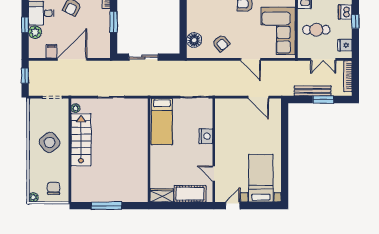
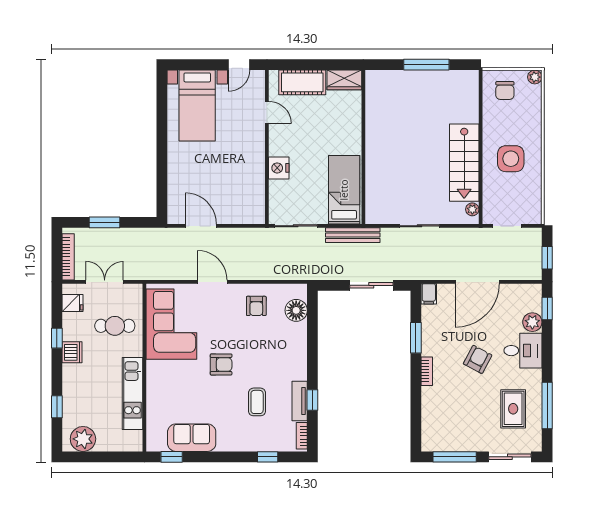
window: (25, 25) -> (547, 308), moved
armchair: (221, 43) -> (256, 306), turned -139
filing cabinet: (51, 51) -> (429, 294), moved
bench: (313, 91) -> (353, 235), moved
side table: (50, 142) -> (511, 159), turned 38

